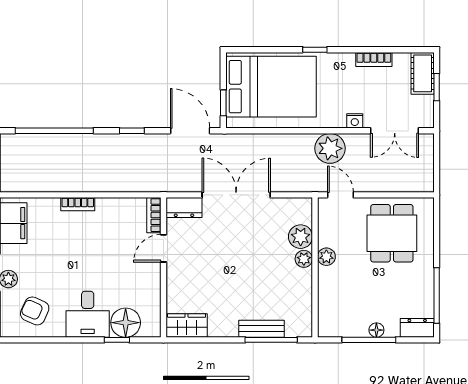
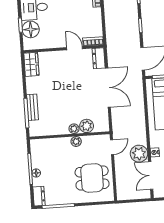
plant: (330, 148) -> (139, 154), moved

